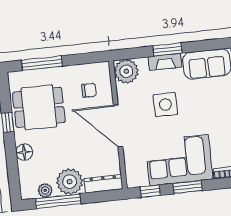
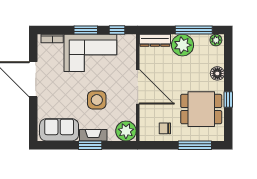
chair: (89, 90) -> (165, 128), moved
plant: (45, 190) -> (216, 40), moved

